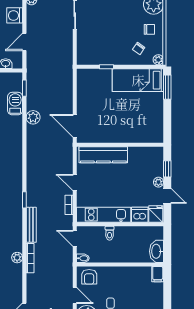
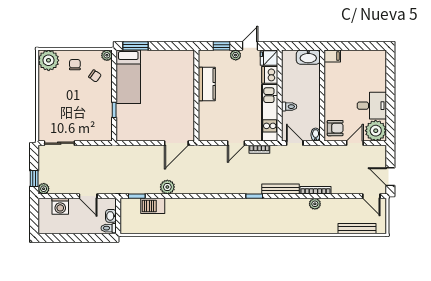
kitchen counter: (103, 155) -> (207, 84), moved, width x0.67
door: (75, 238) -> (295, 143), swing flipped

